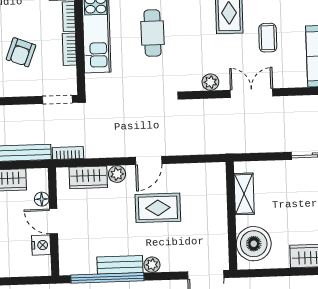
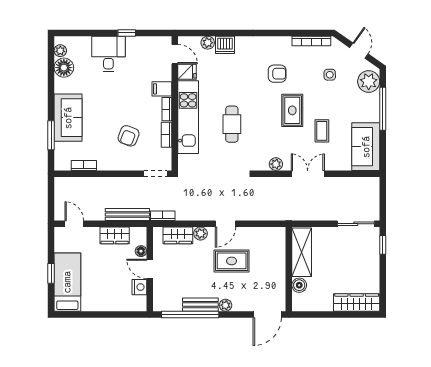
shelving: (244, 194) -> (302, 252), width x1.50, depth x1.33
boiler: (254, 244) -> (299, 285), width x0.54, depth x0.54

